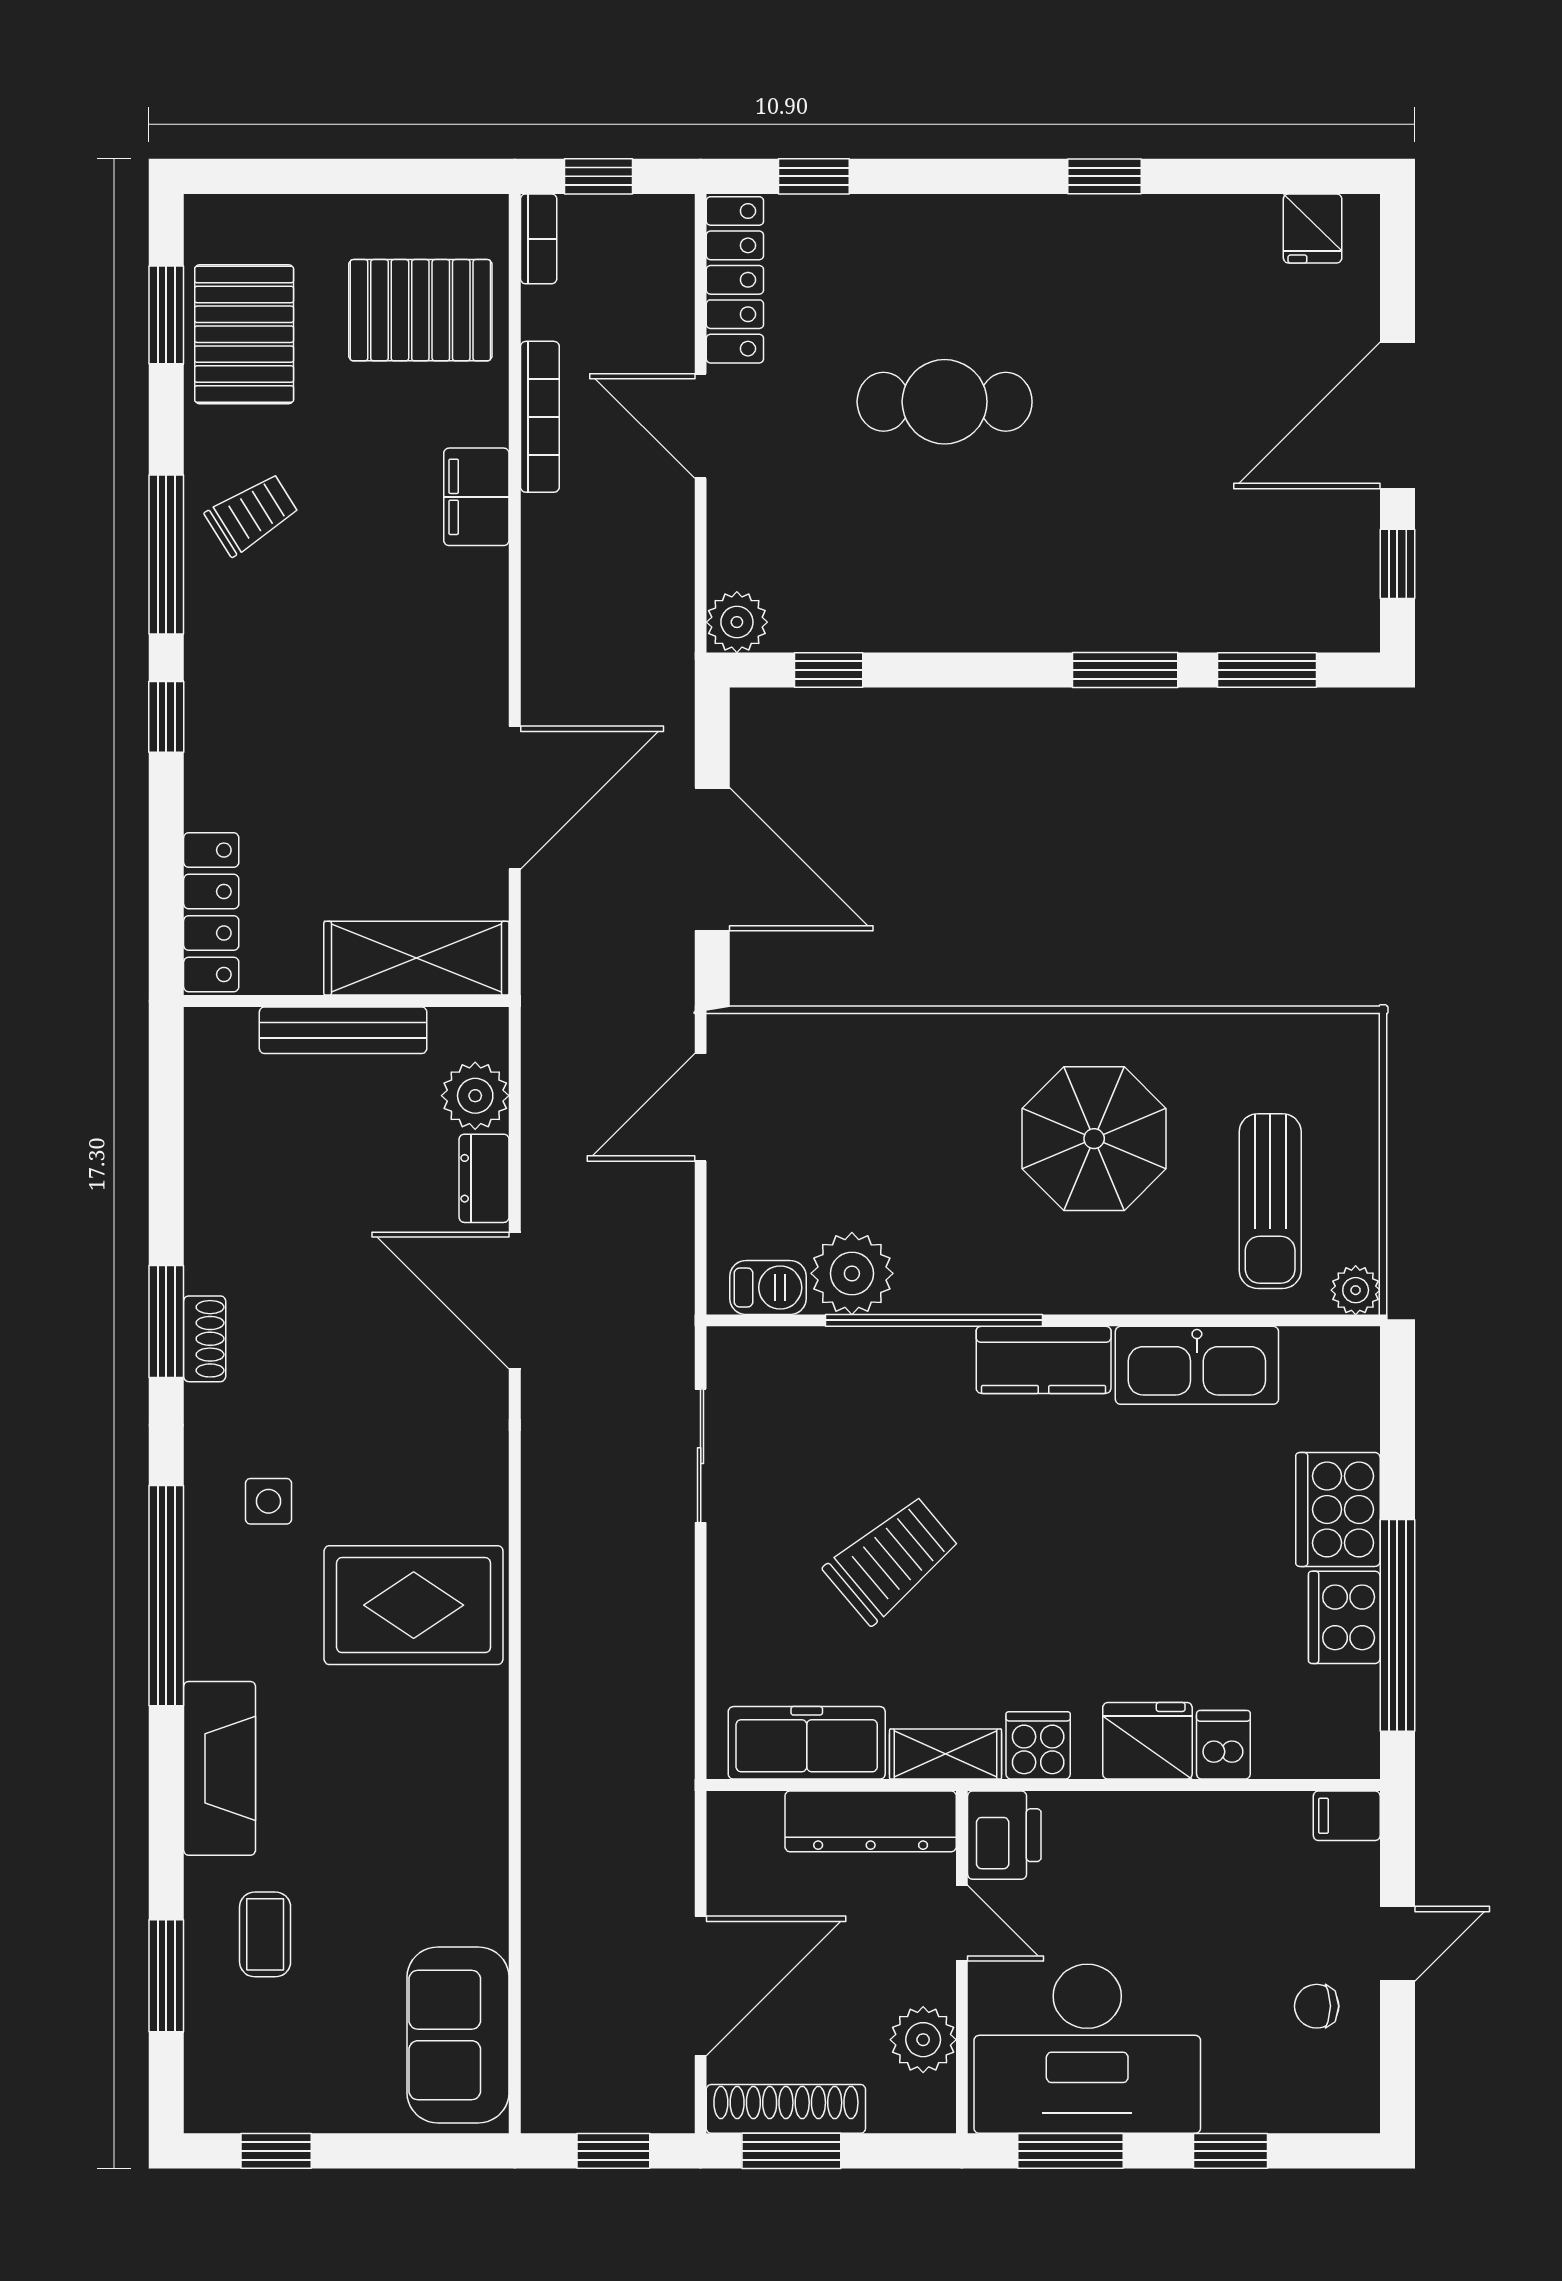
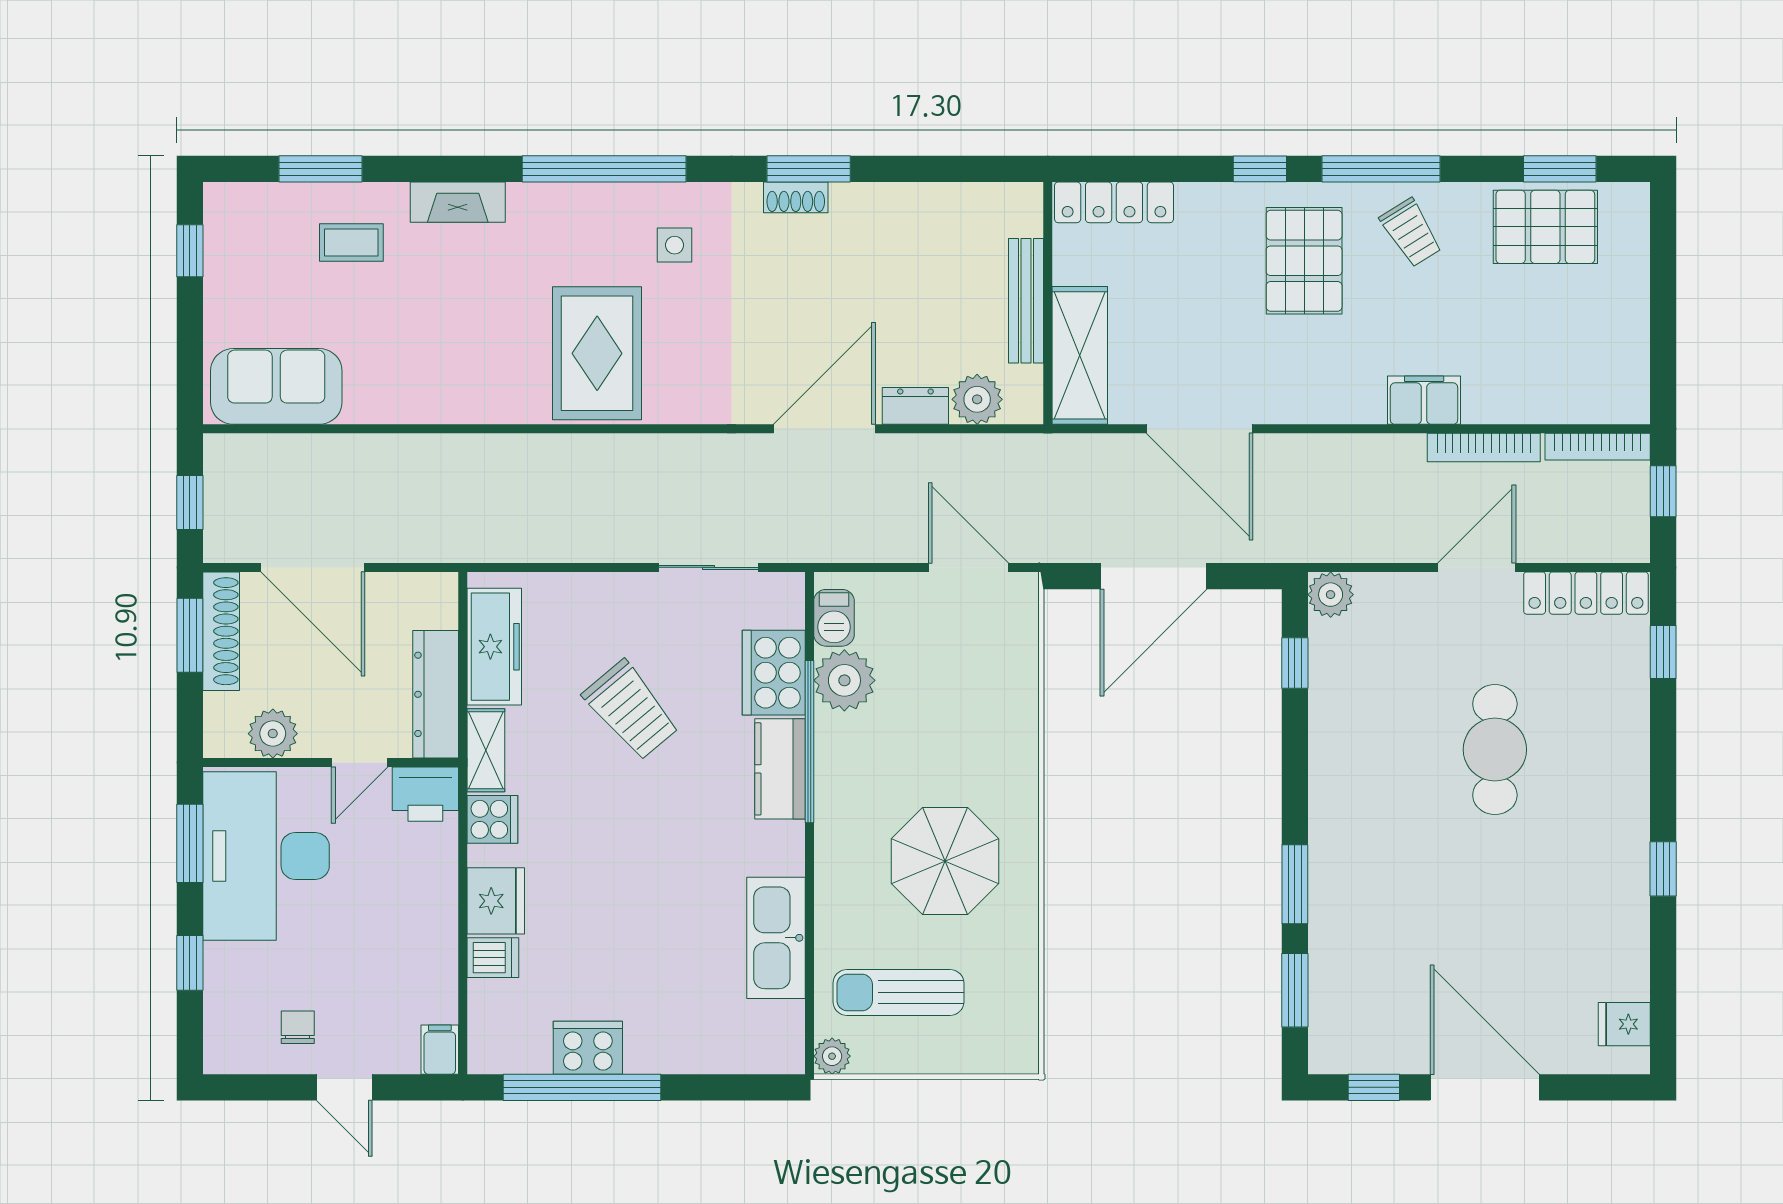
bookcase: (539, 239) -> (1598, 447), width x1.56
pallet: (420, 310) -> (1304, 261), moved
kitchen counter: (1044, 1360) -> (780, 769), moved
cooker: (1338, 1509) -> (774, 673), moved, turned -90
fireplace: (220, 1768) -> (458, 202), width x0.73, depth x0.76

